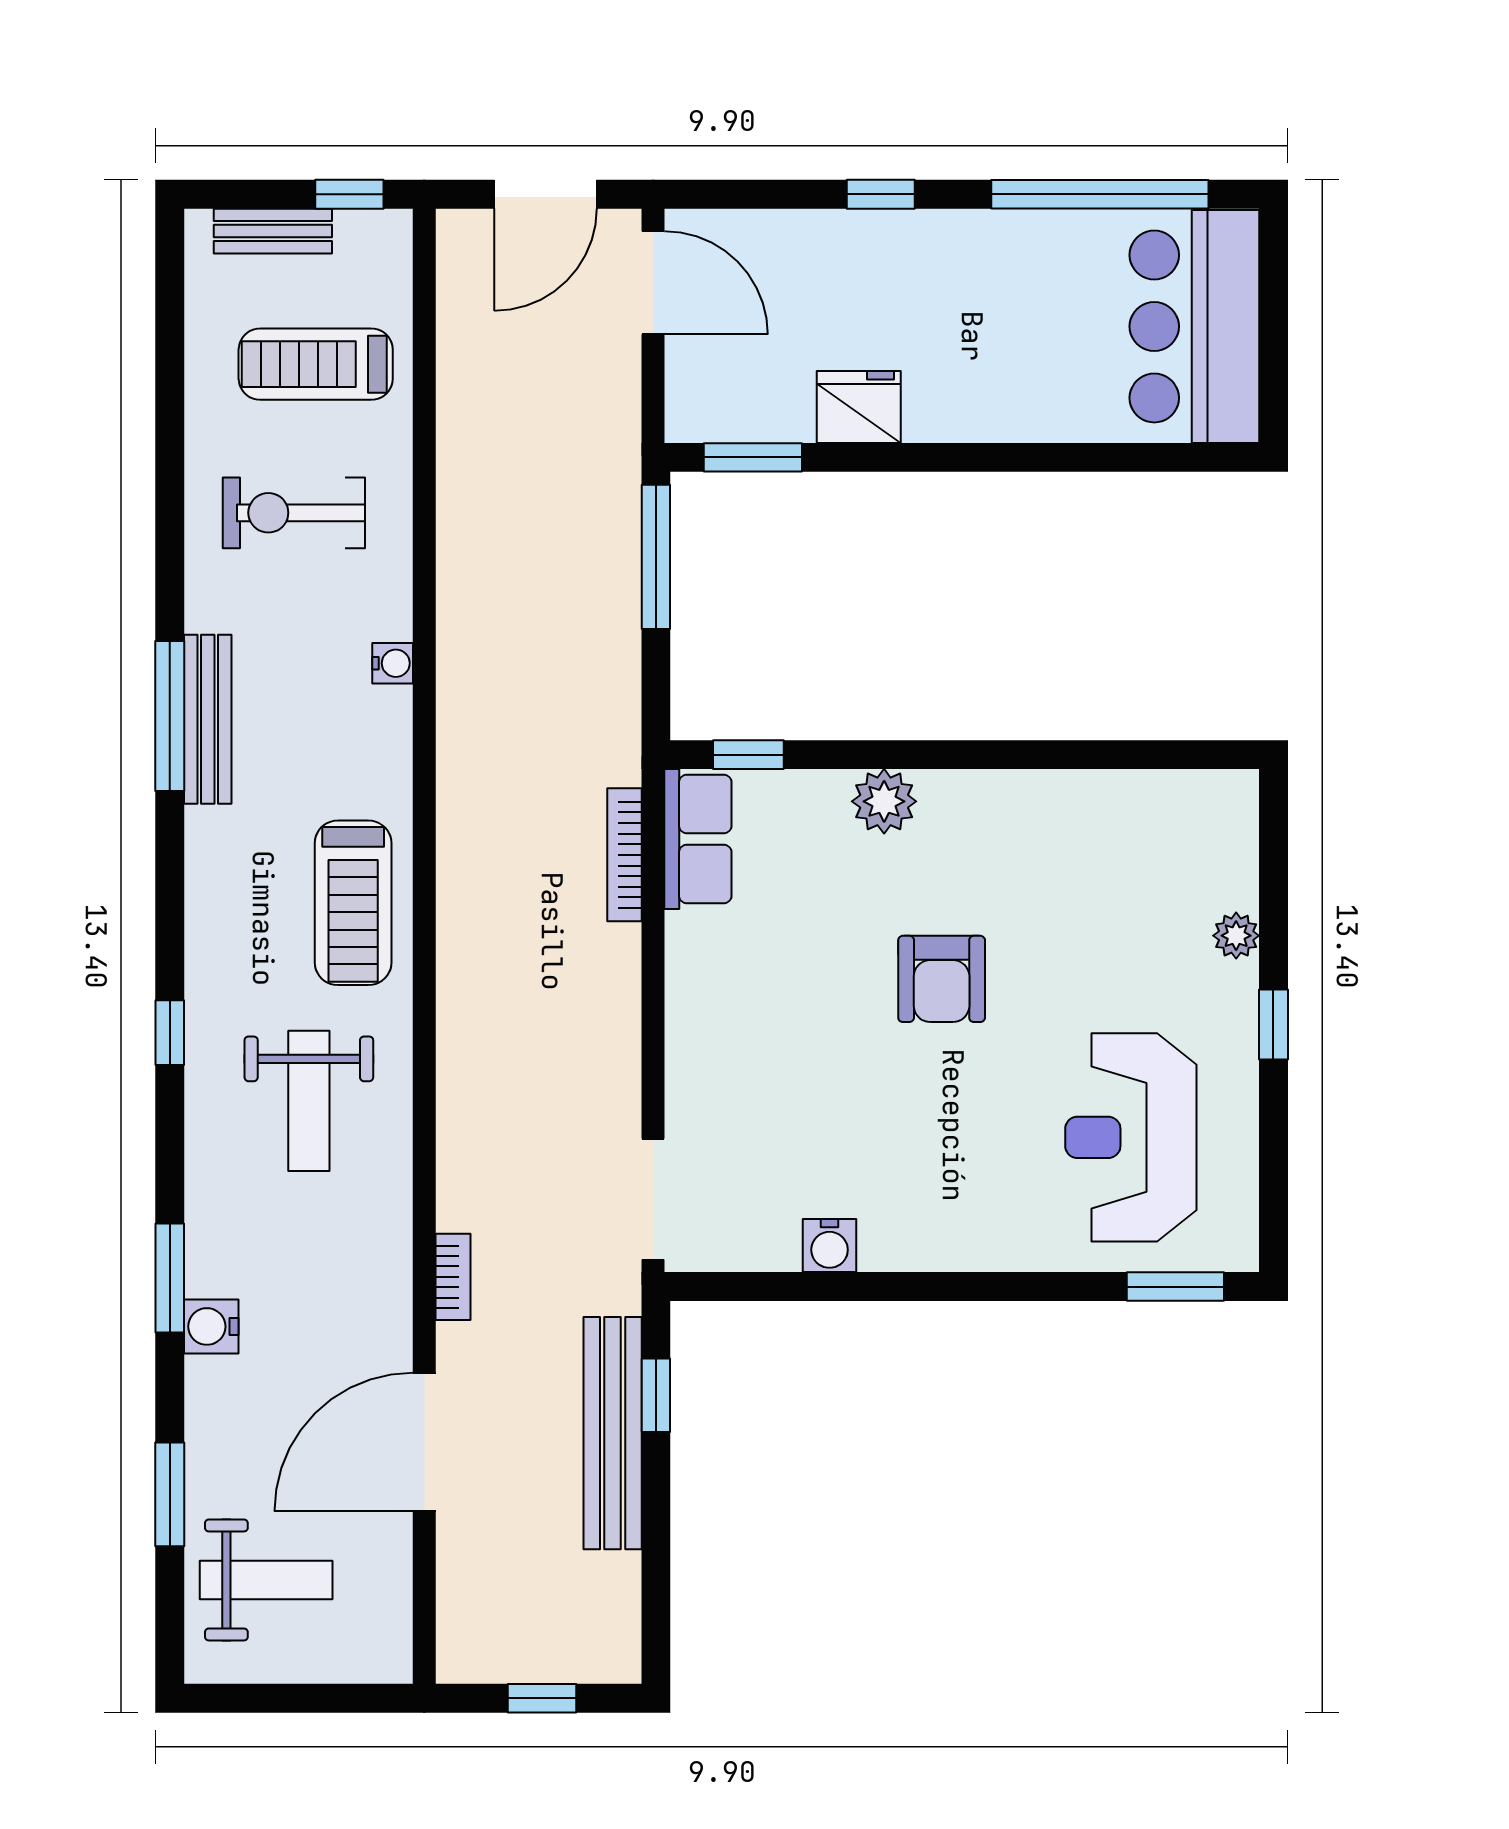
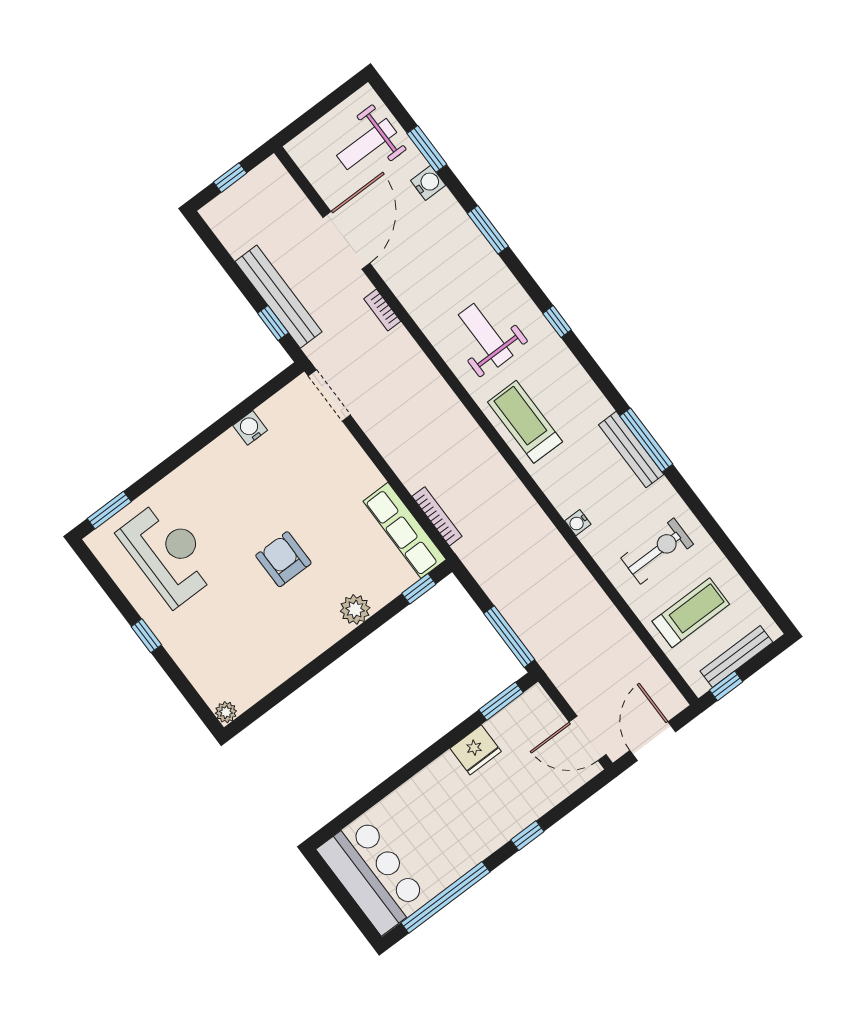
bench: (273, 231) -> (736, 657), width x1.36
row of seats: (698, 839) -> (405, 530), width x1.48
plant: (1236, 936) -> (226, 712), moved
water cooler: (211, 1326) -> (428, 183), moved

